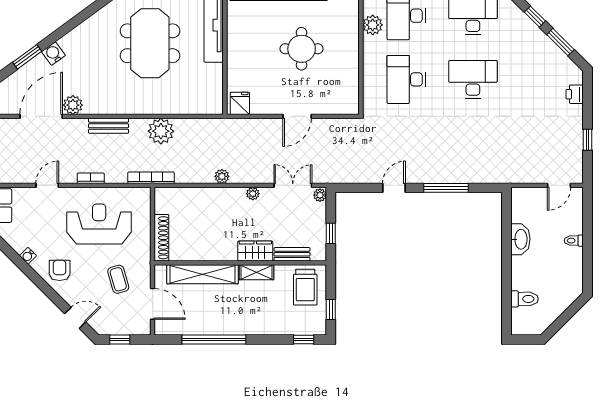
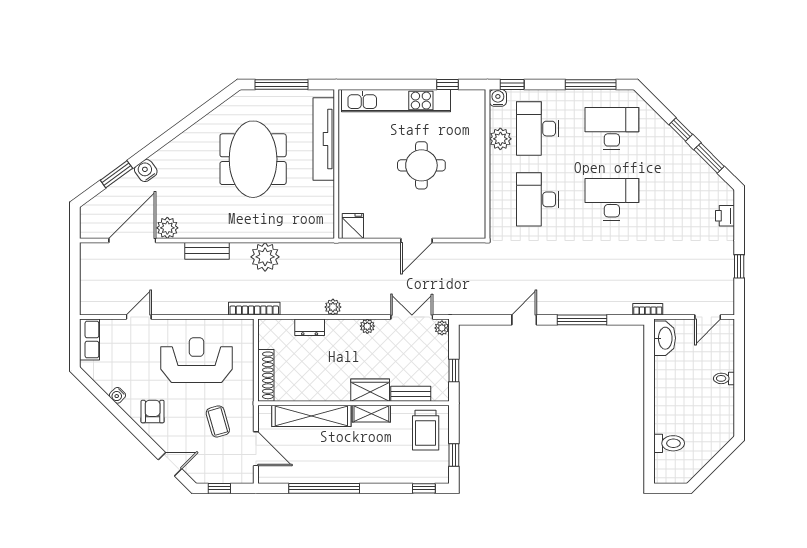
bookcase: (91, 178) -> (648, 309), moved
dresser: (201, 195) -> (310, 327), added
washbasin: (520, 239) -> (665, 338), moved

